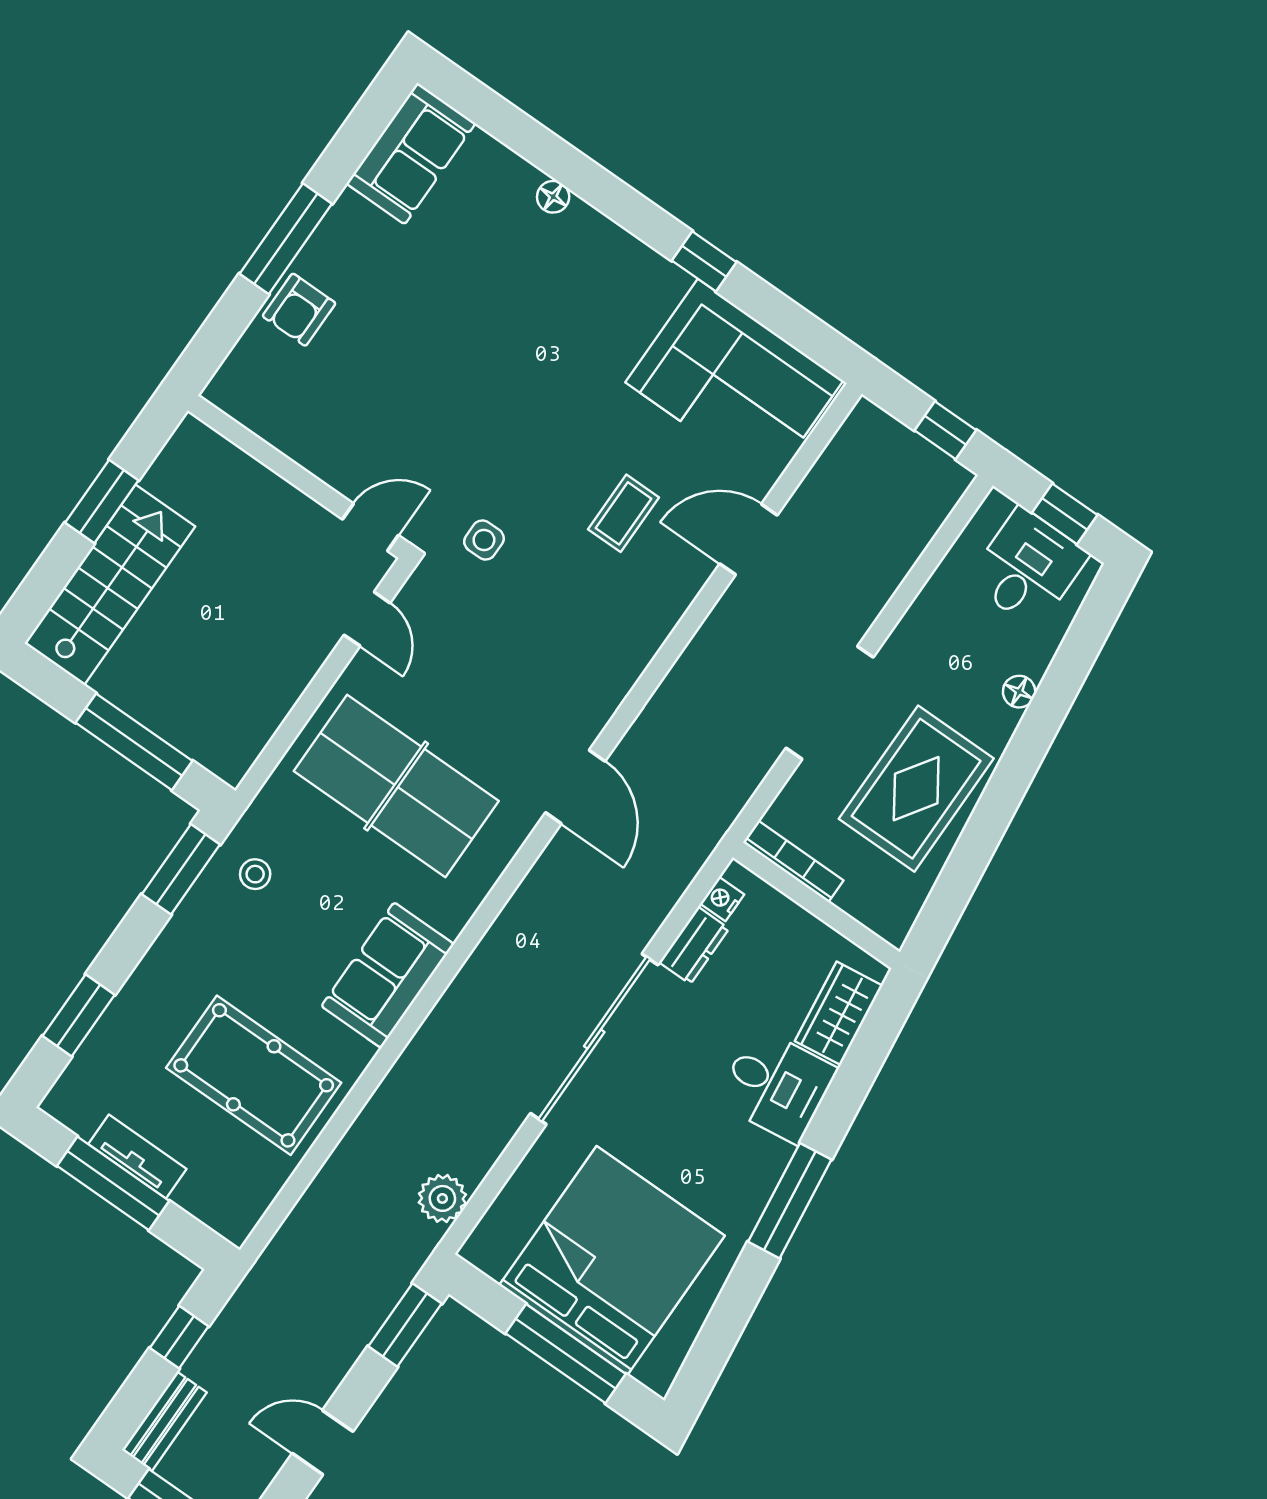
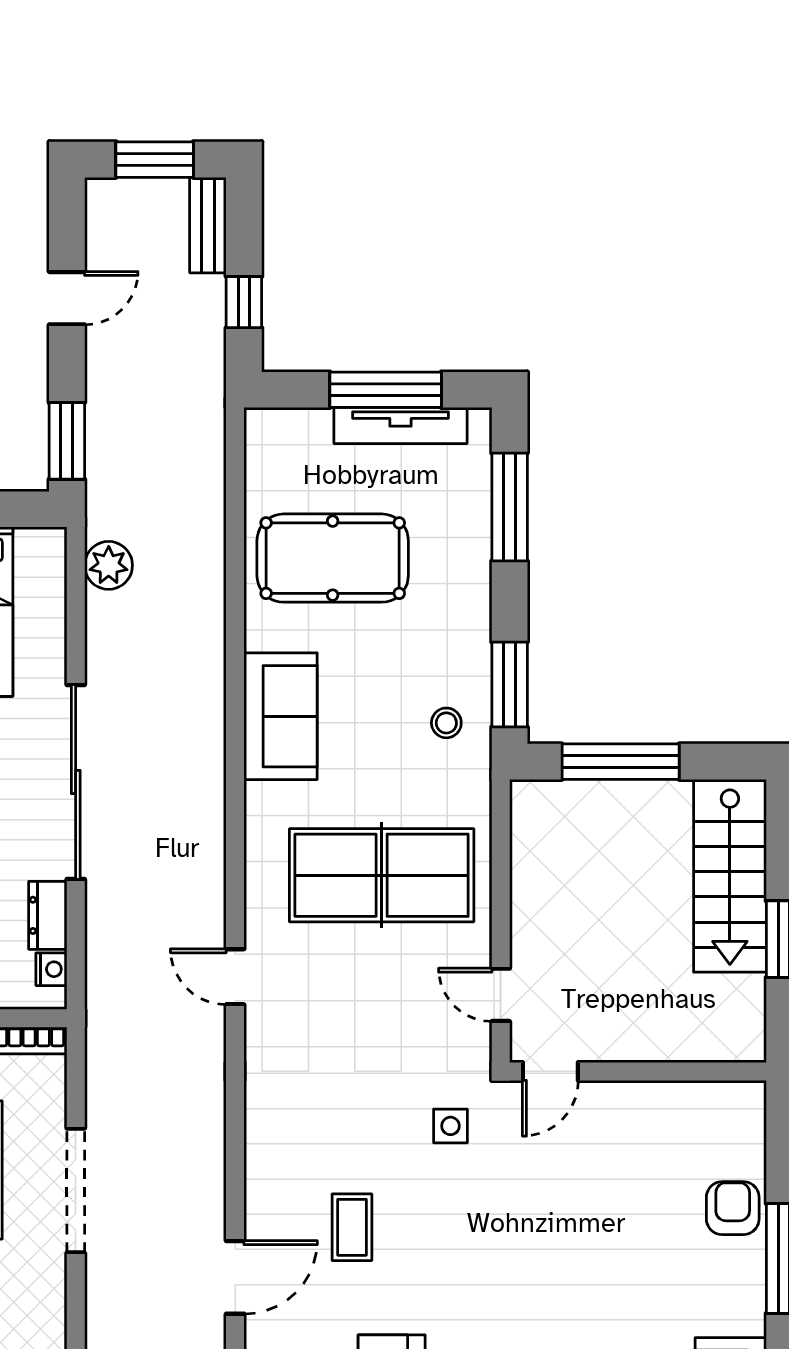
door: (575, 787) -> (235, 977), width x0.73
window: (79, 1015) -> (510, 507), width x1.44
tv unit: (137, 1156) -> (400, 425), width x1.41

